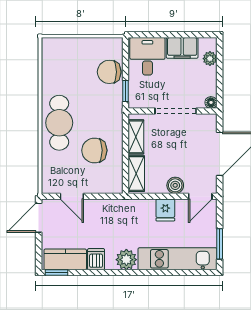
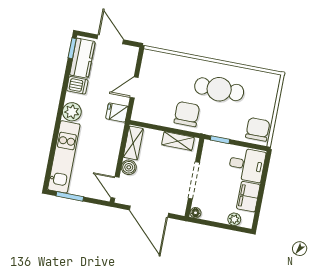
chair: (109, 72) -> (258, 129), moved
cafe table: (59, 123) -> (219, 89), moved
chair: (94, 150) -> (187, 114), moved
shelving: (136, 174) -> (133, 143), moved, turned 90
door: (72, 196) -> (134, 88), moved
fridge: (165, 210) -> (117, 113), moved
door: (39, 218) -> (110, 39), moved

